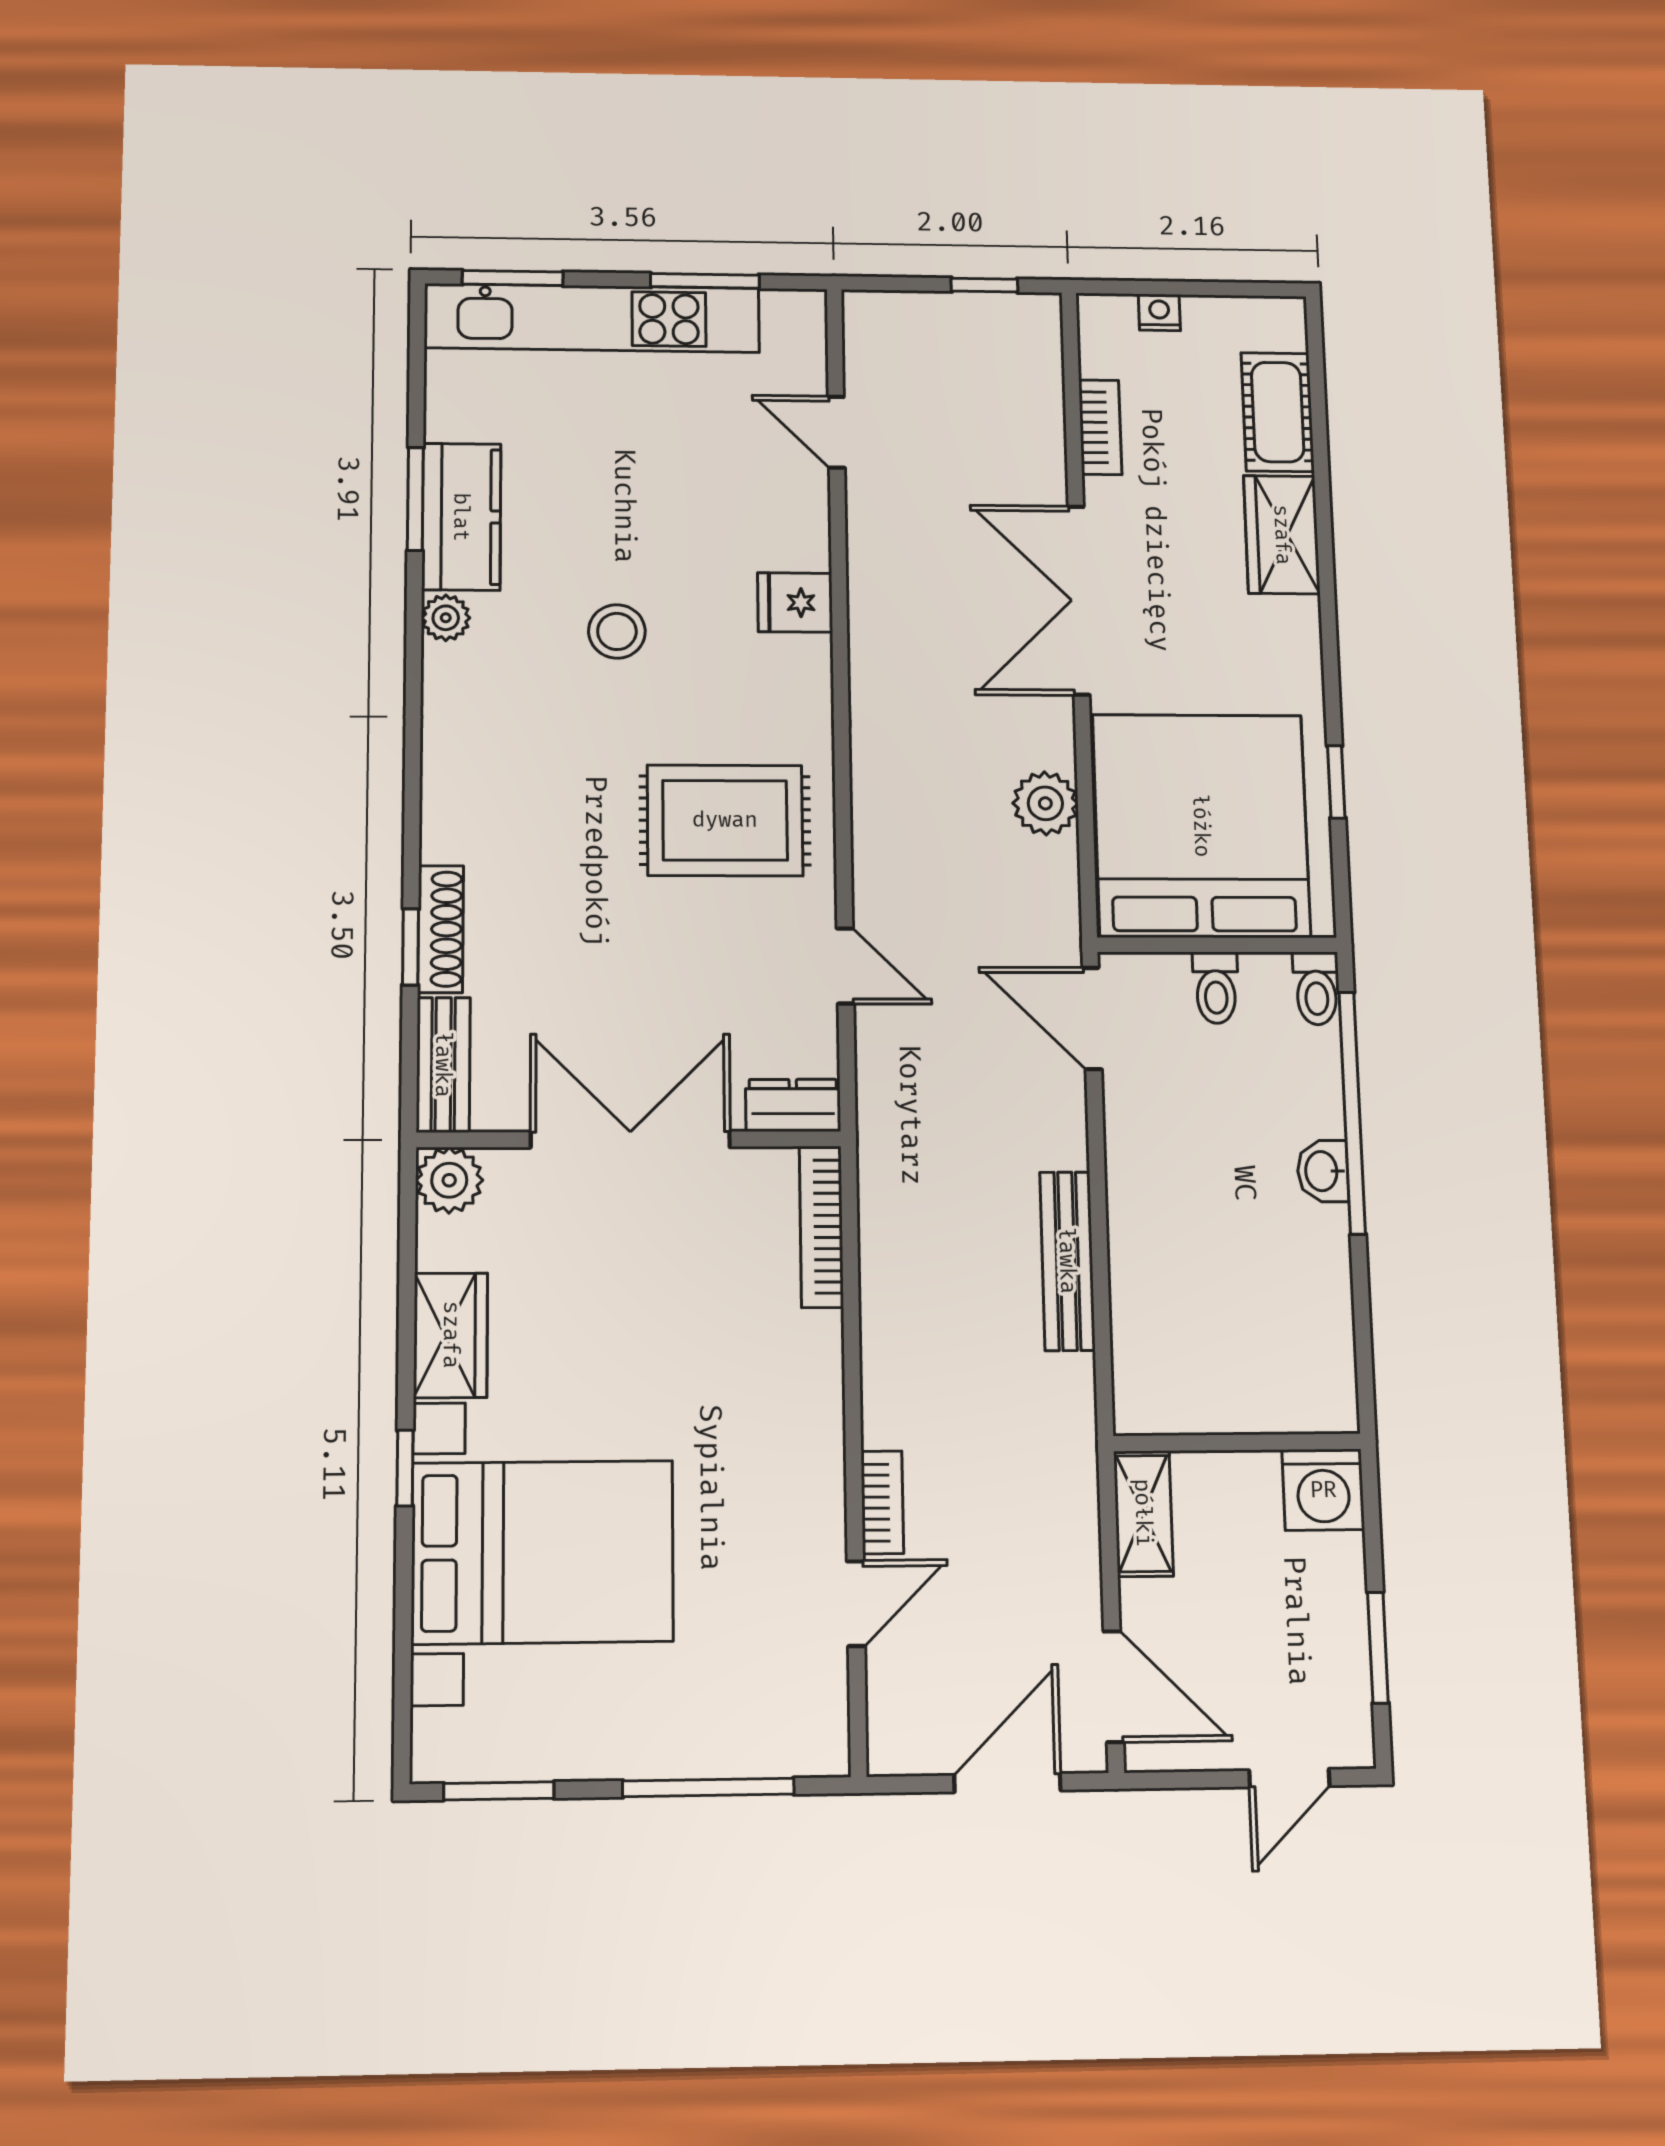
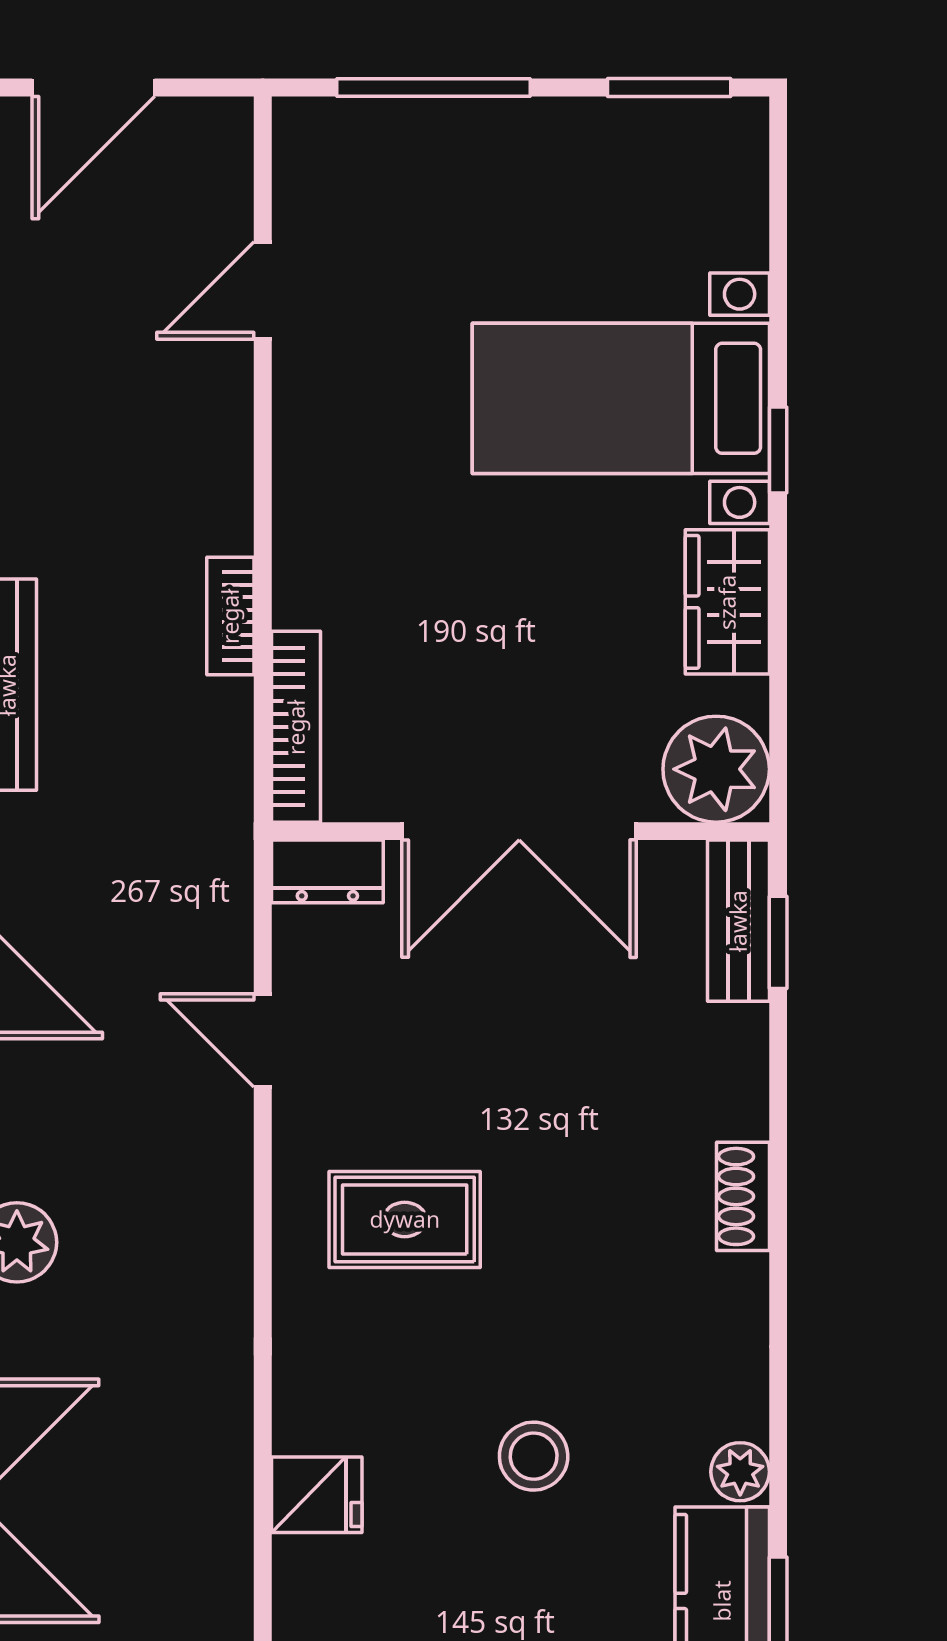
rug: (725, 820) -> (405, 1219), width x0.73, depth x0.70
shoe rack: (441, 929) -> (743, 1196), moved, width x0.70
window: (411, 947) -> (778, 942), moved
plant: (449, 1180) -> (716, 769), width x1.36, depth x1.36
bookcase: (882, 1502) -> (230, 616), moved
bed with nightstands: (543, 1552) -> (621, 398), width x0.73

